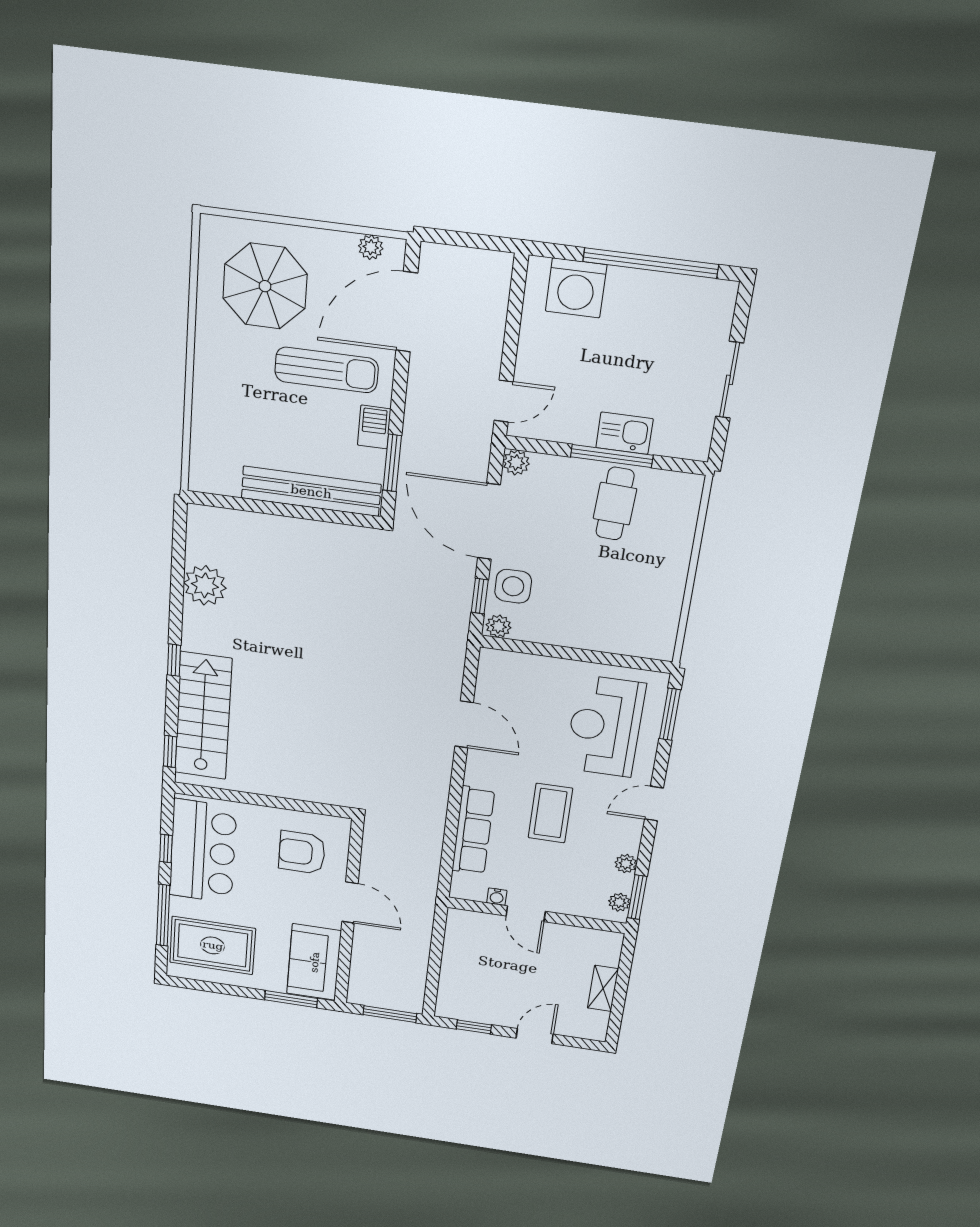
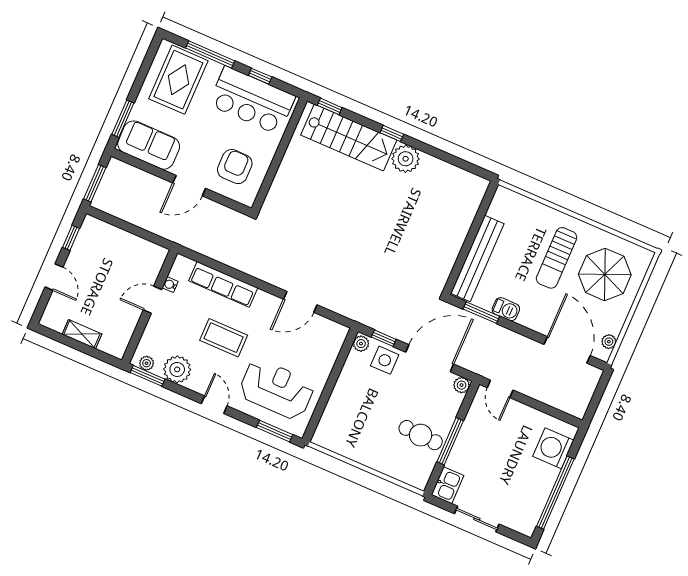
sun lounger: (326, 370) -> (557, 258), moved
kitchen sink: (624, 433) -> (448, 485), moved
plant: (205, 585) -> (406, 159), moved
plant: (626, 864) -> (177, 369), width x1.88, depth x1.88

